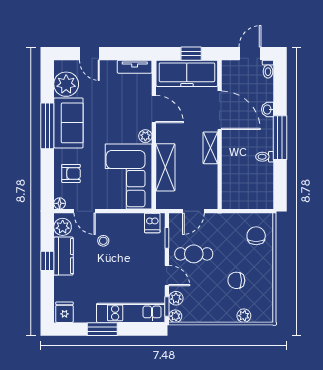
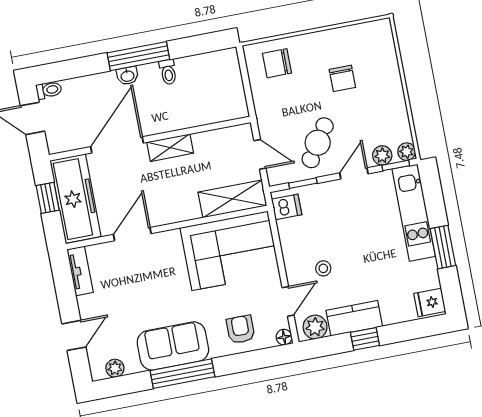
plant: (66, 84) -> (115, 368), width x0.53, depth x0.53
washbasin: (268, 109) -> (127, 76), moved
plant: (145, 136) -> (171, 239), removed
shelving: (165, 167) -> (232, 199), moved
cafe table: (194, 254) -> (318, 143), turned 33
plant: (244, 316) -> (388, 59), removed

